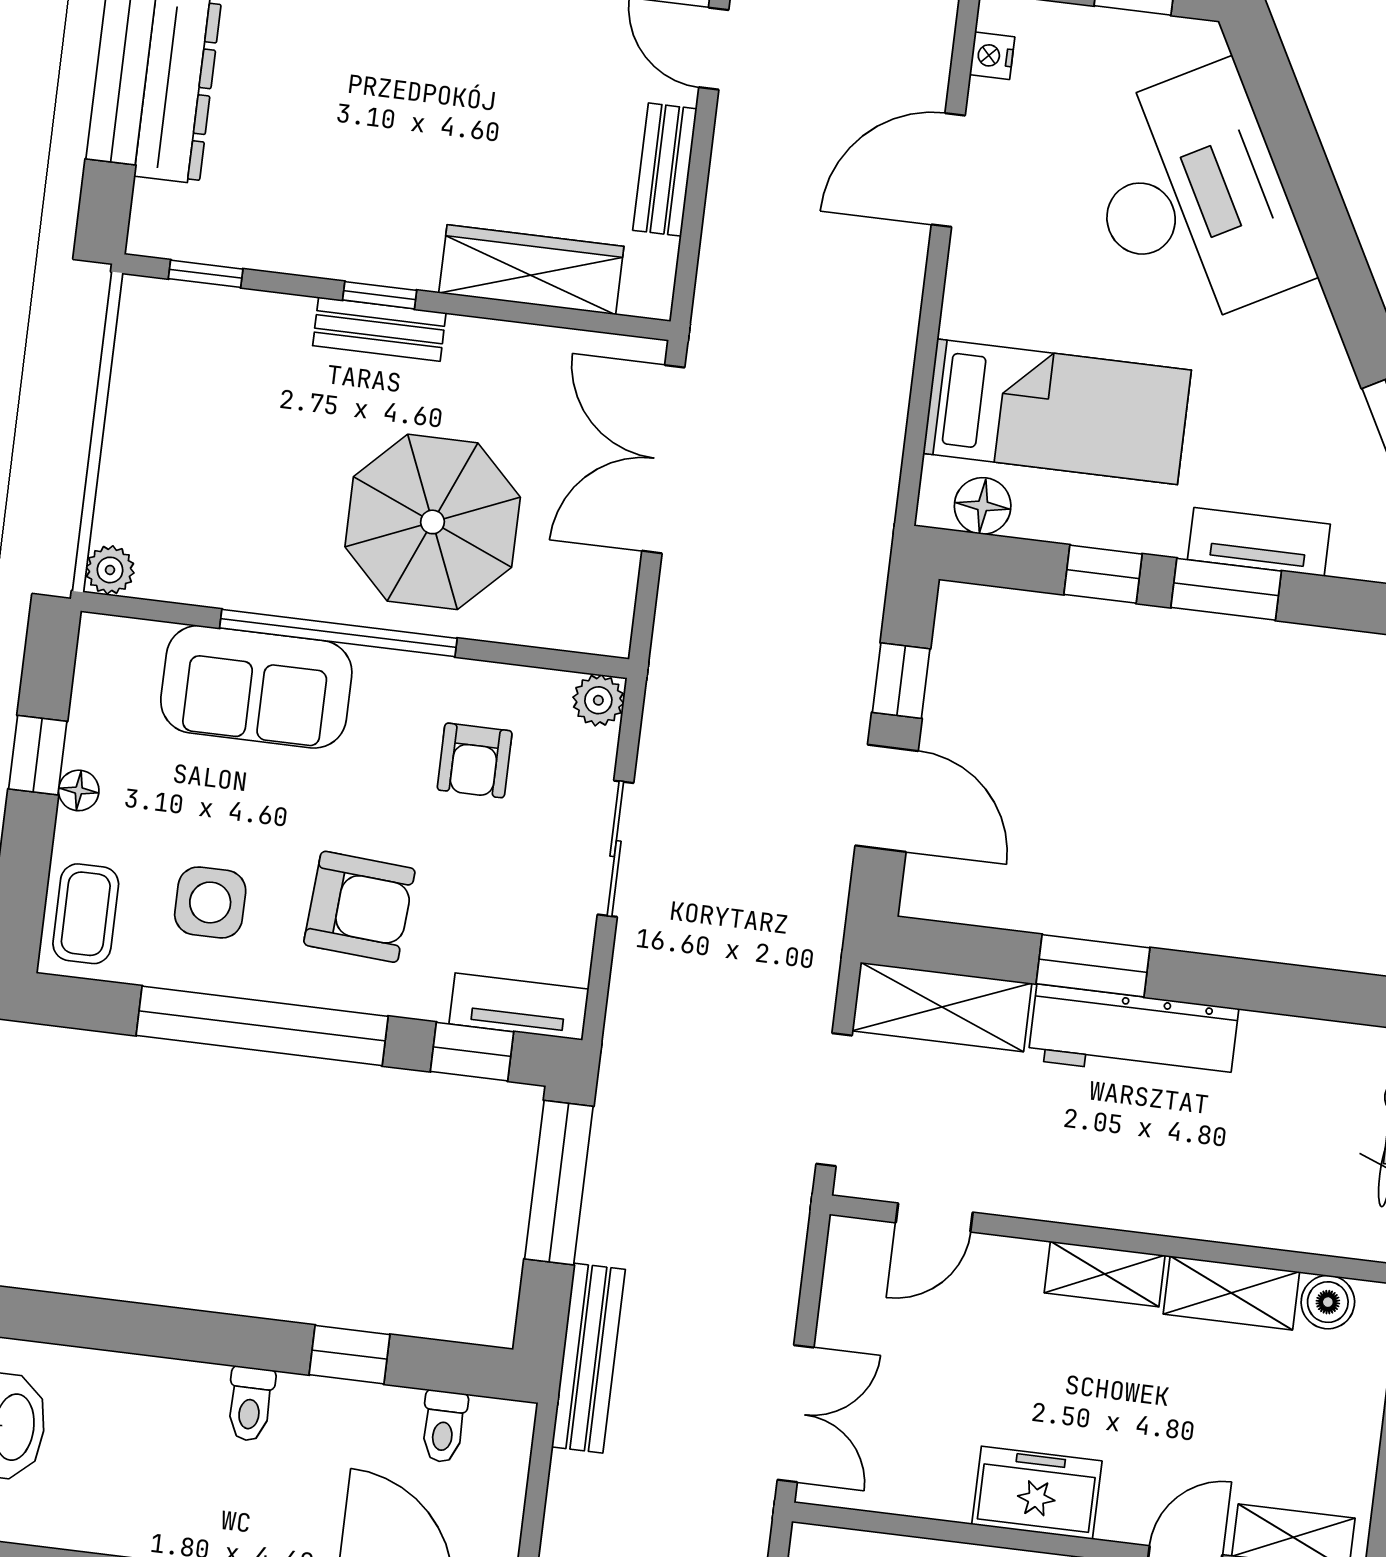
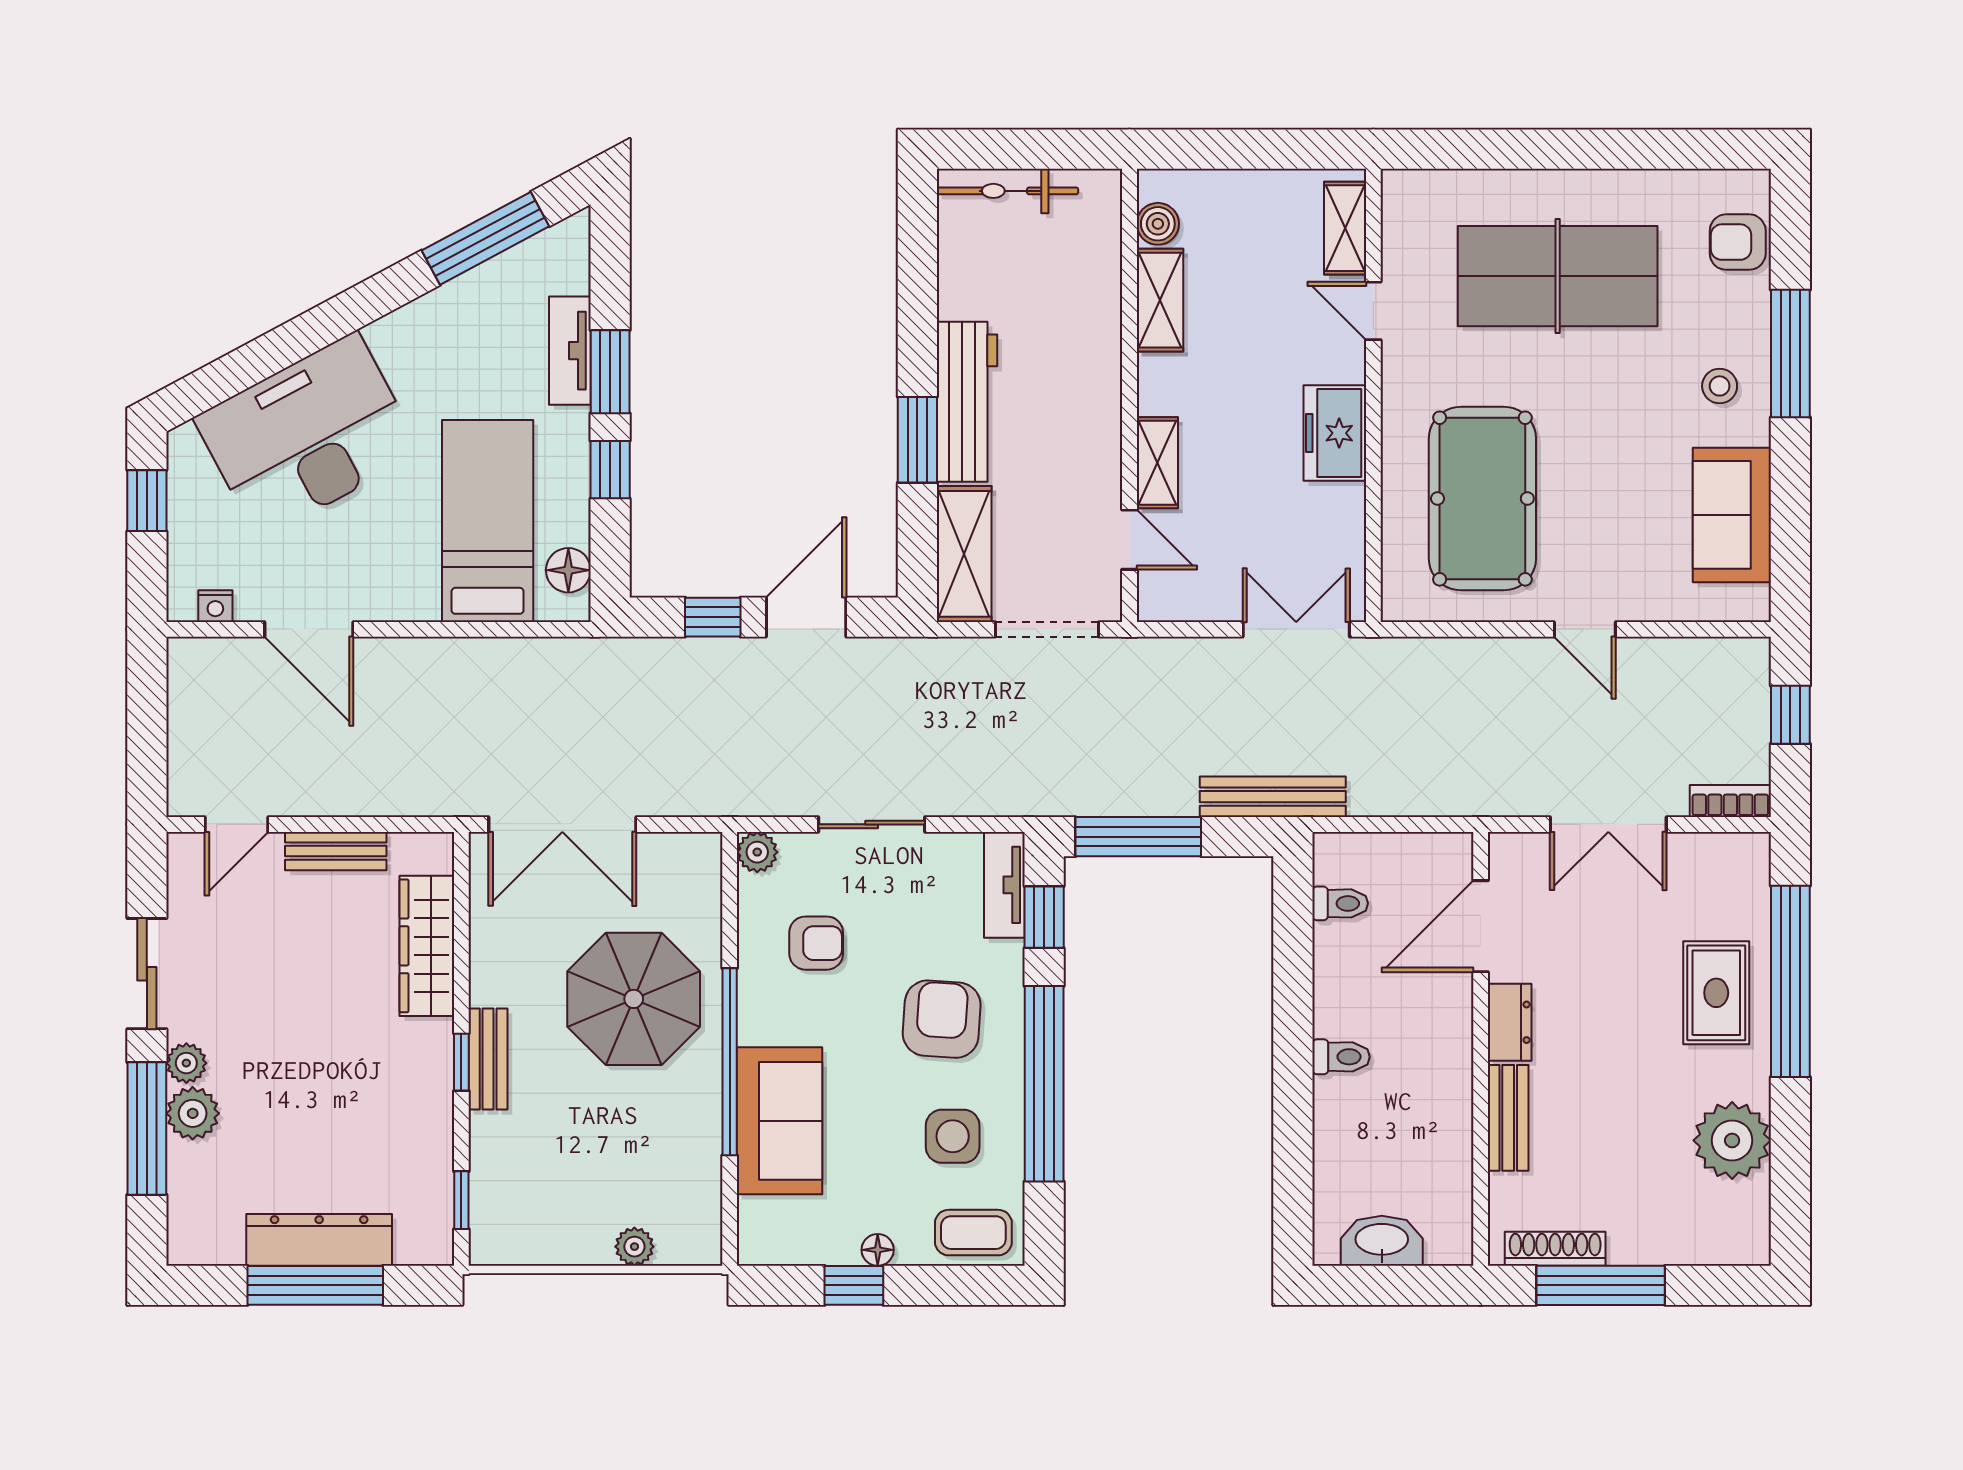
plant: (110, 570) -> (634, 1247), moved
shelving: (1105, 1274) -> (1157, 463), moved
window: (350, 1355) -> (1293, 984), removed

